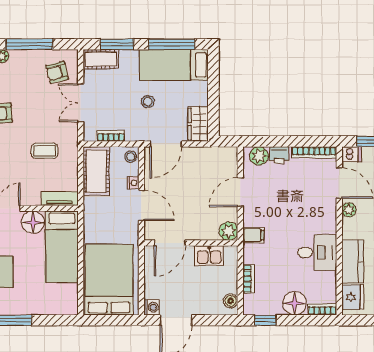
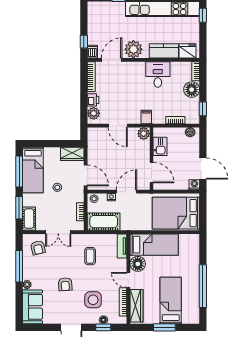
plant: (349, 210) -> (133, 49), width x1.88, depth x1.88

